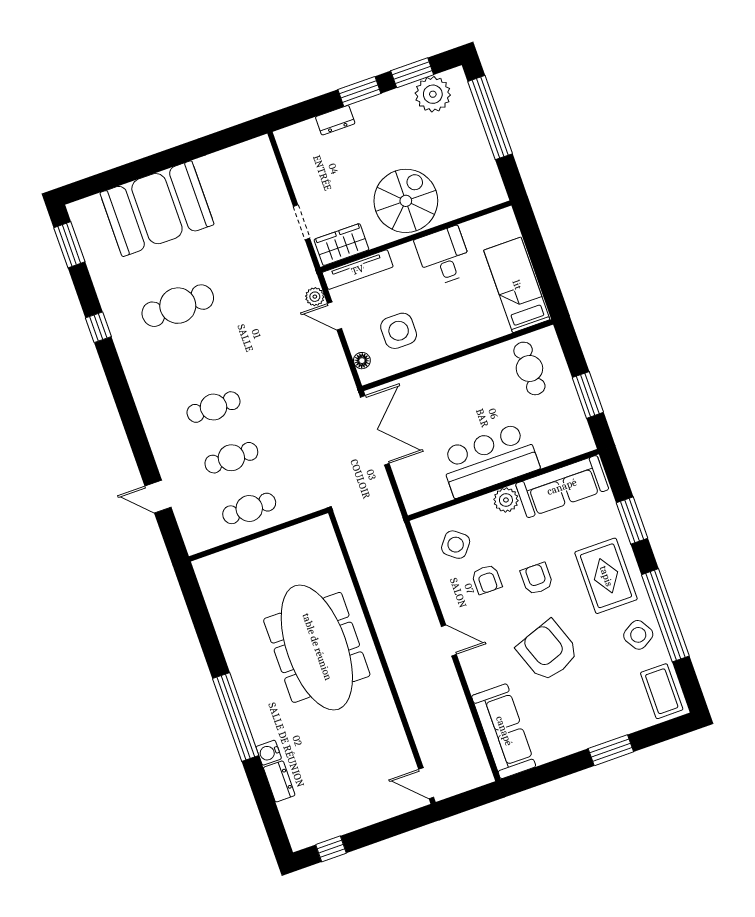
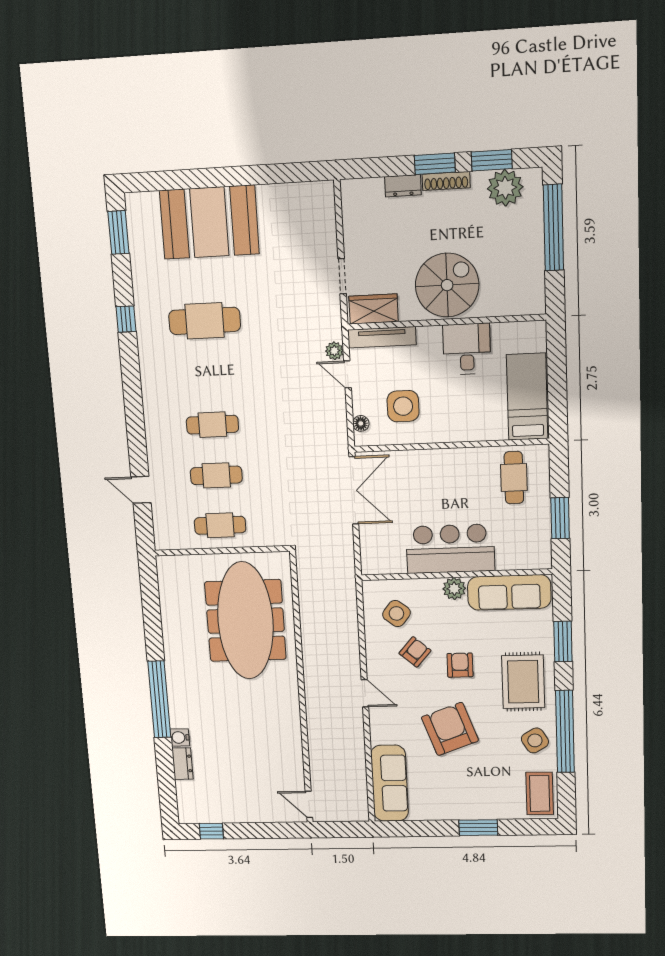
shoe rack: (375, 104) -> (446, 181), added
armchair: (487, 579) -> (415, 652), turned -139
meeting table: (317, 647) -> (245, 621), moved

